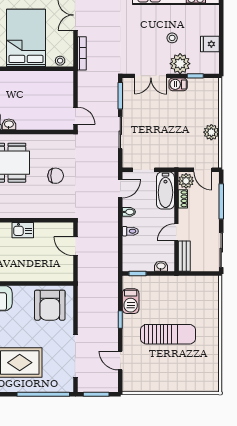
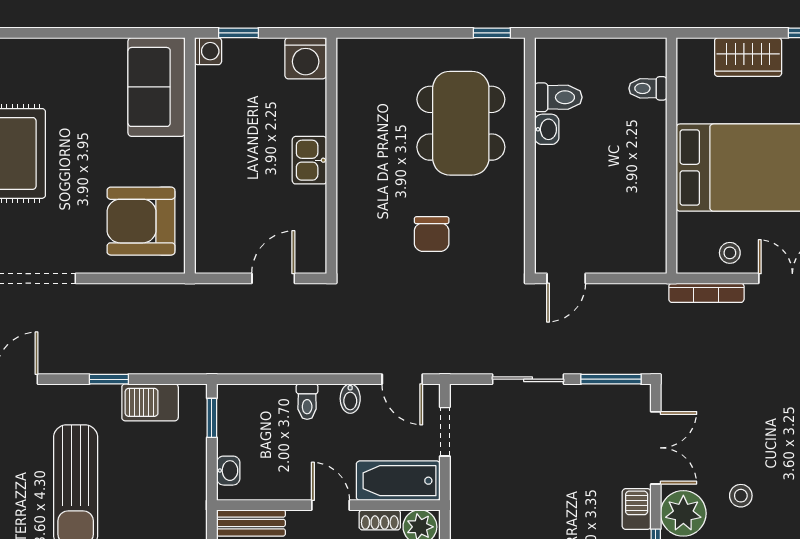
stool: (60, 61) -> (730, 253), moved
double door: (151, 76) -> (656, 448), swing flipped
door: (176, 232) -> (331, 505), moved

